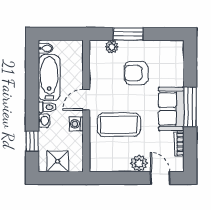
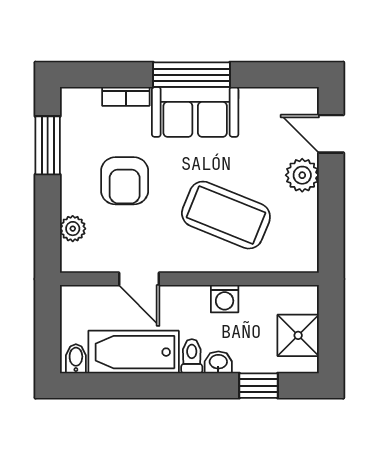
window: (128, 34) -> (48, 145), moved
door: (86, 100) -> (139, 279), moved
coffee table: (119, 125) -> (226, 215), turned -68
bookcase: (179, 144) -> (126, 96), moved
door: (160, 178) -> (331, 134), hinge flipped

